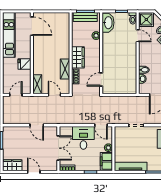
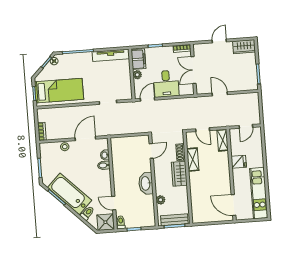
washbasin: (108, 23) -> (146, 183), moved
door: (101, 125) -> (148, 99), hinge flipped
door: (34, 172) -> (219, 41), swing flipped

